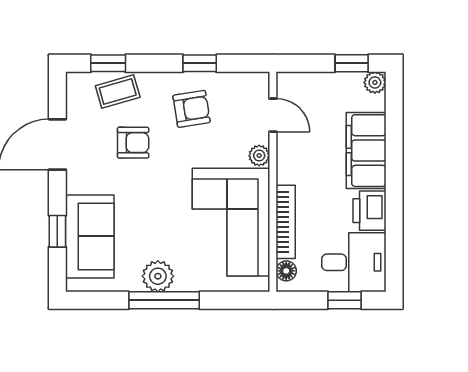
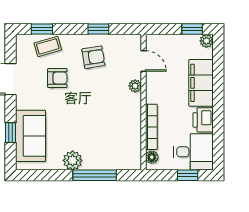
corner sofa: (231, 222) -> (118, 127), removed
window: (164, 300) -> (95, 175), moved

